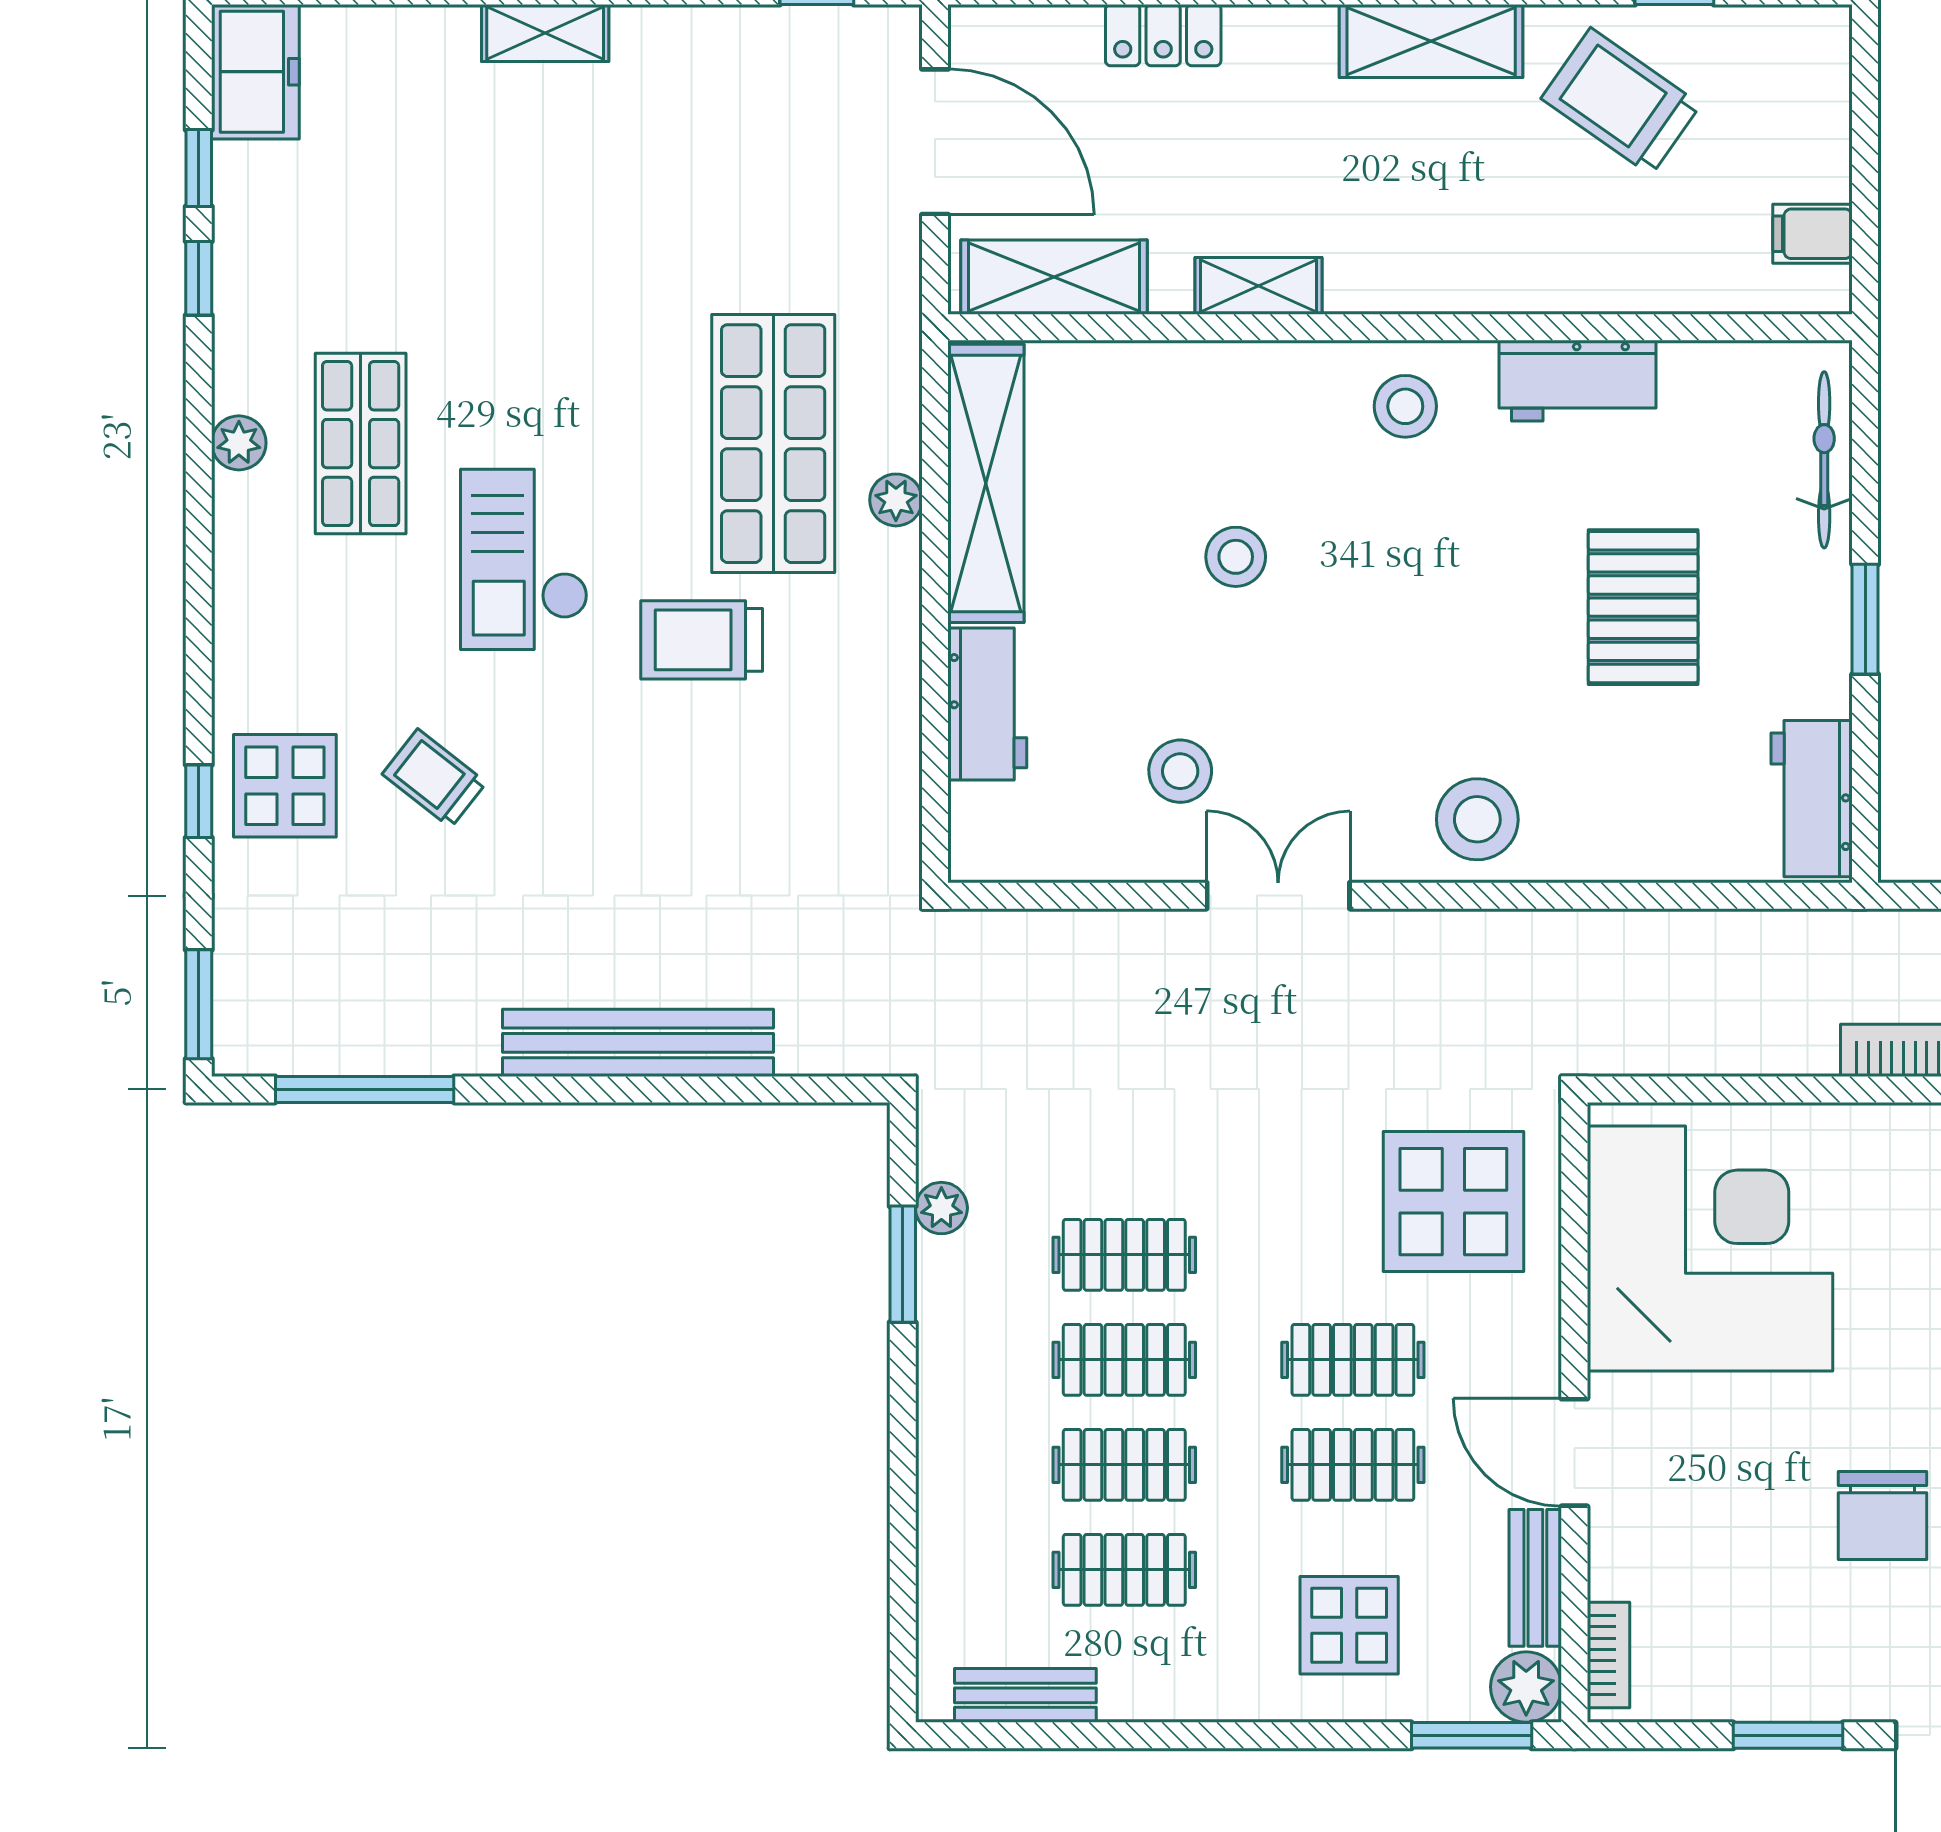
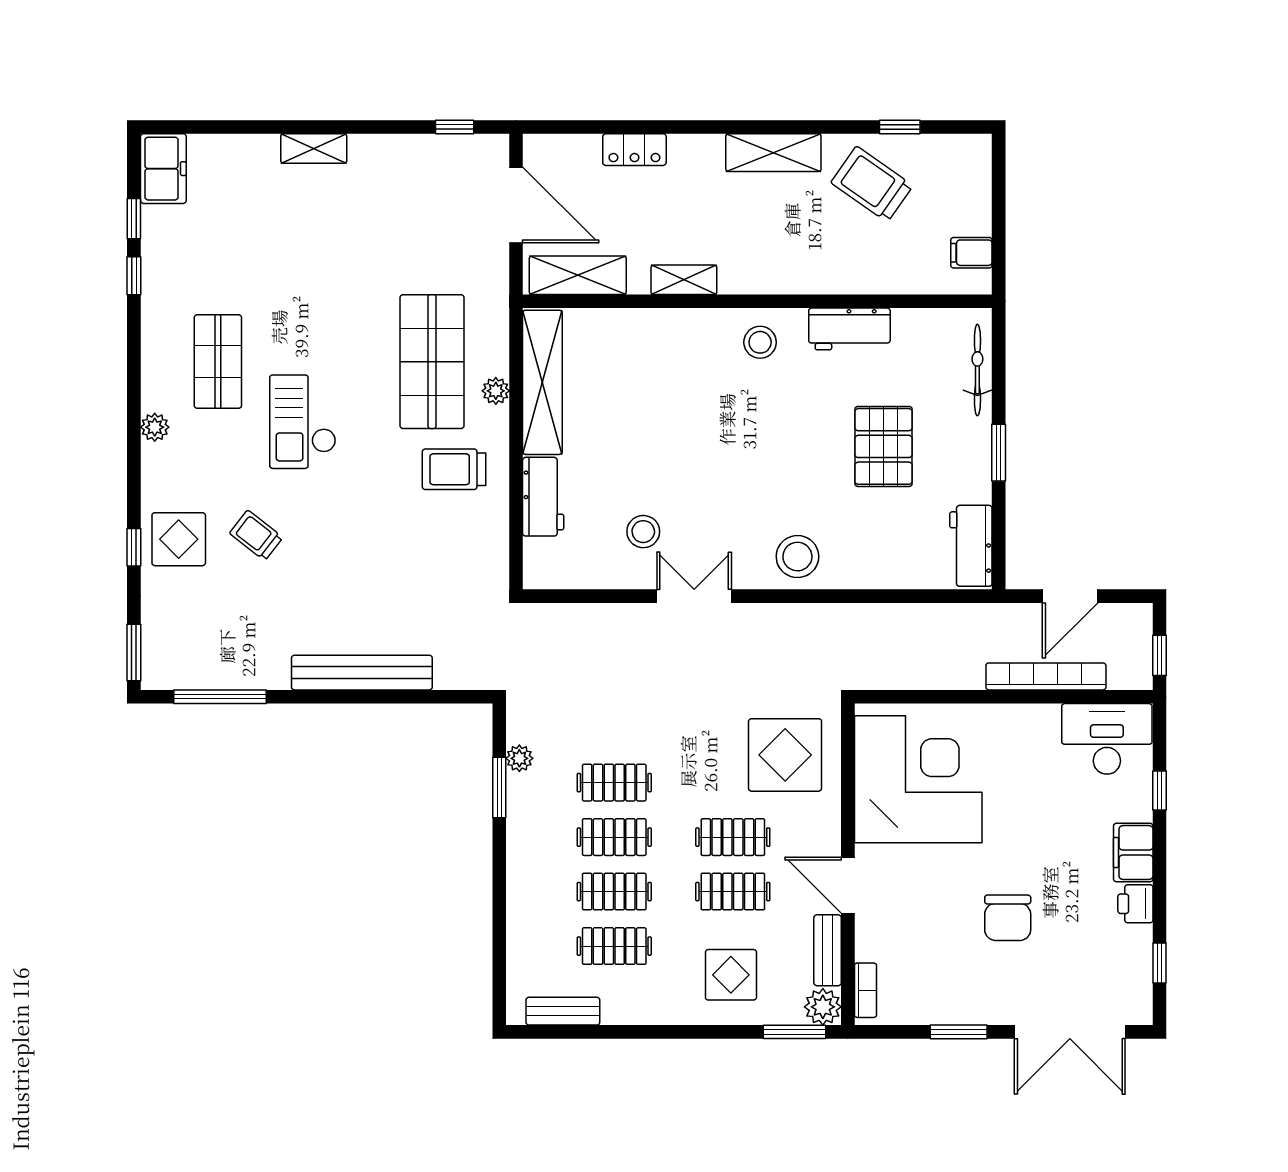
plant: (239, 443) -> (155, 427), moved
stool: (1236, 557) -> (672, 420), removed
trolley: (702, 640) -> (454, 469), moved

